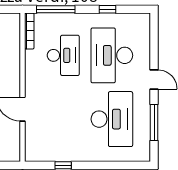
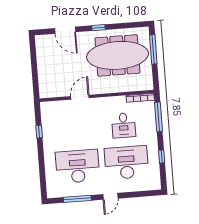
desk: (63, 55) -> (124, 125), width x0.73
desk: (112, 119) -> (78, 166), turned 180

